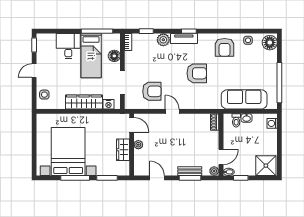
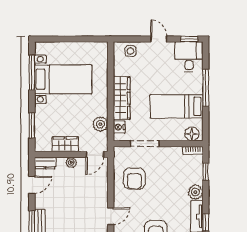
window: (97, 31) -> (206, 88), moved
desk: (68, 46) -> (189, 57), moved, turned -90
floor lamp: (114, 56) -> (192, 134), moved
door: (172, 111) -> (111, 216), moved
plant: (106, 120) -> (100, 124), added
bed with nightstands: (68, 151) -> (63, 79), width x0.73
dresser: (139, 167) -> (45, 163), added
window: (75, 178) -> (32, 73), moved

